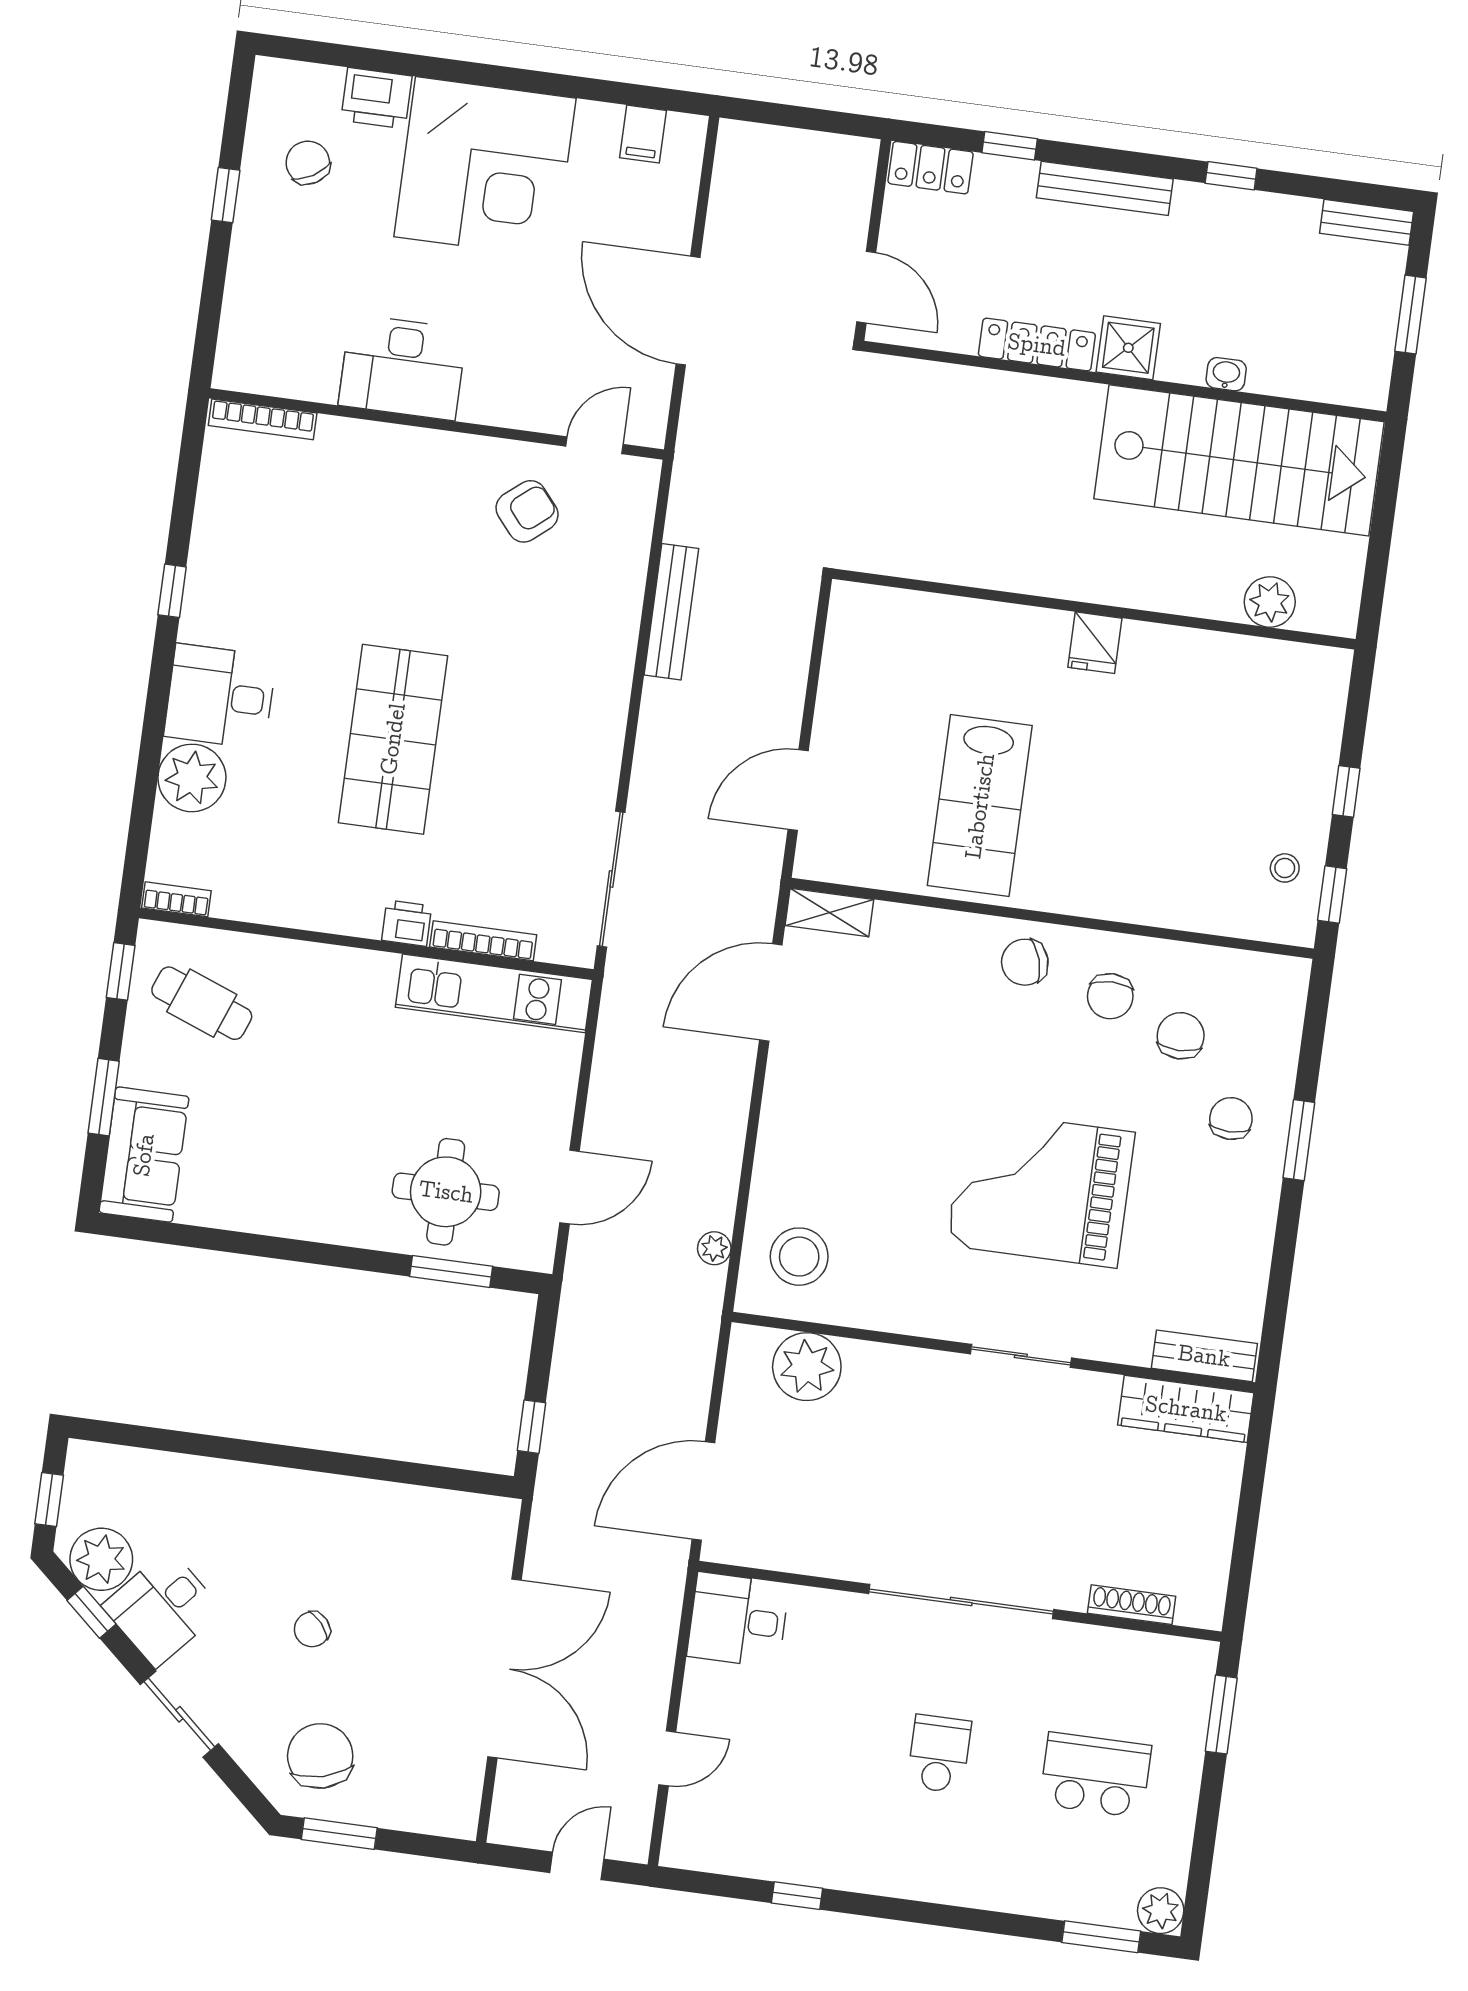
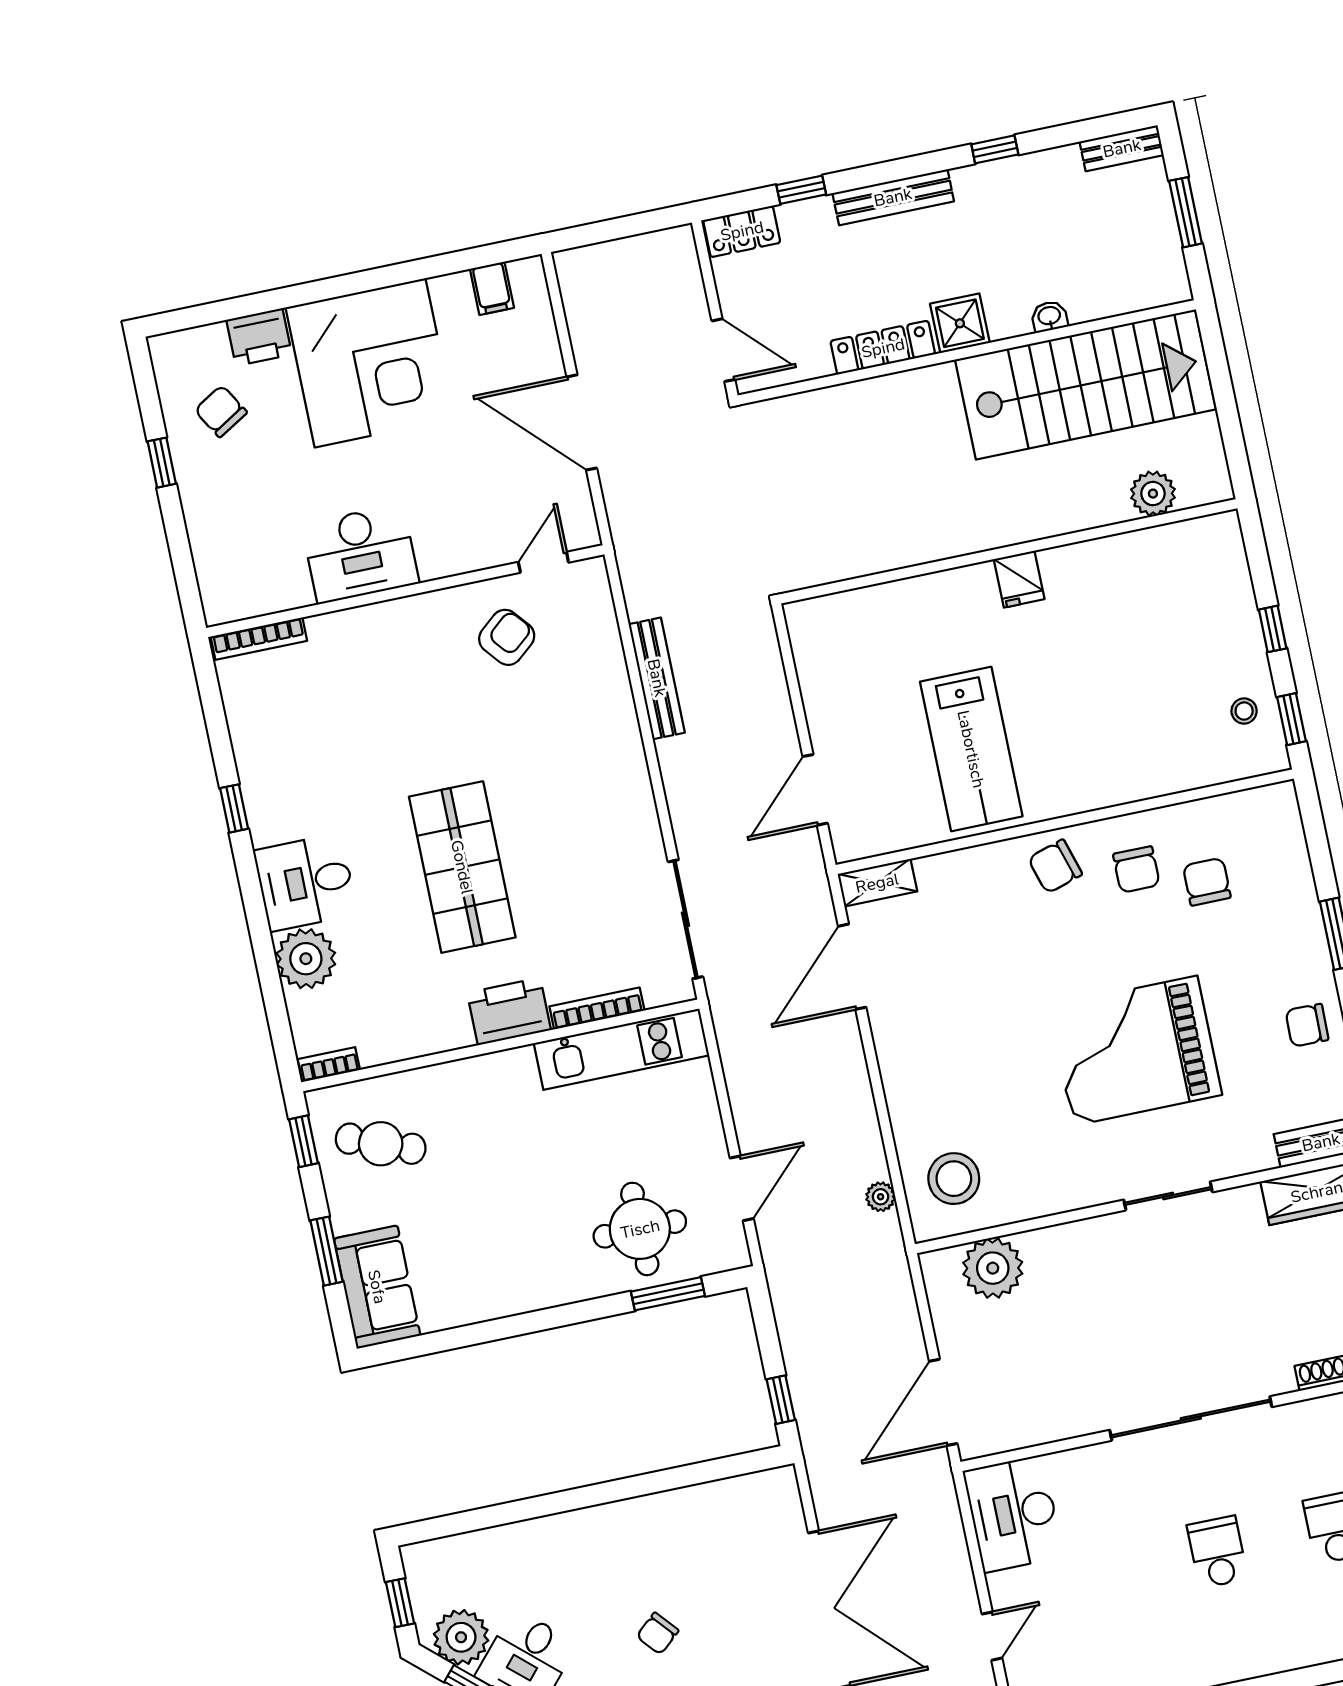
printer: (407, 923) -> (509, 1011), width x1.87, depth x1.48
chair: (1231, 1119) -> (1307, 1025), moved, turned -89
desk: (738, 1620) -> (1013, 1514), width x1.37

